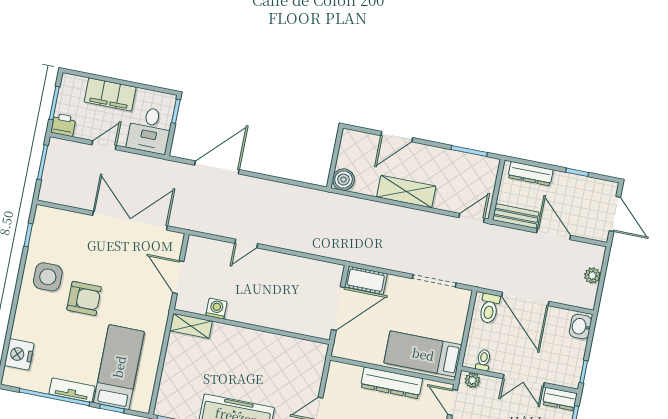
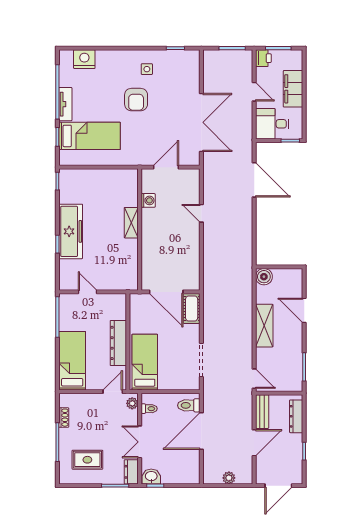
side table: (48, 277) -> (147, 69), width x0.54, depth x0.54
shelving: (191, 326) -> (131, 223), moved
washbasin: (580, 327) -> (151, 477), moved

